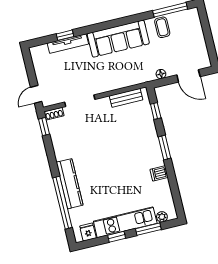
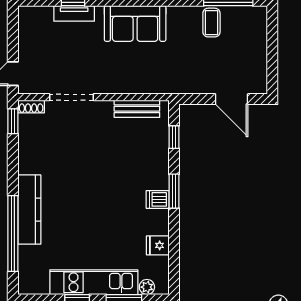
sofa: (118, 39) -> (135, 24), width x0.73
tv unit: (68, 44) -> (74, 13), width x0.71
floor lamp: (161, 74) -> (194, 87), removed
dishwasher: (159, 173) -> (158, 199), moved
fridge: (88, 232) -> (158, 245), moved, turned -90

